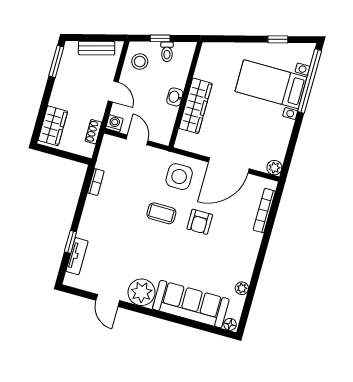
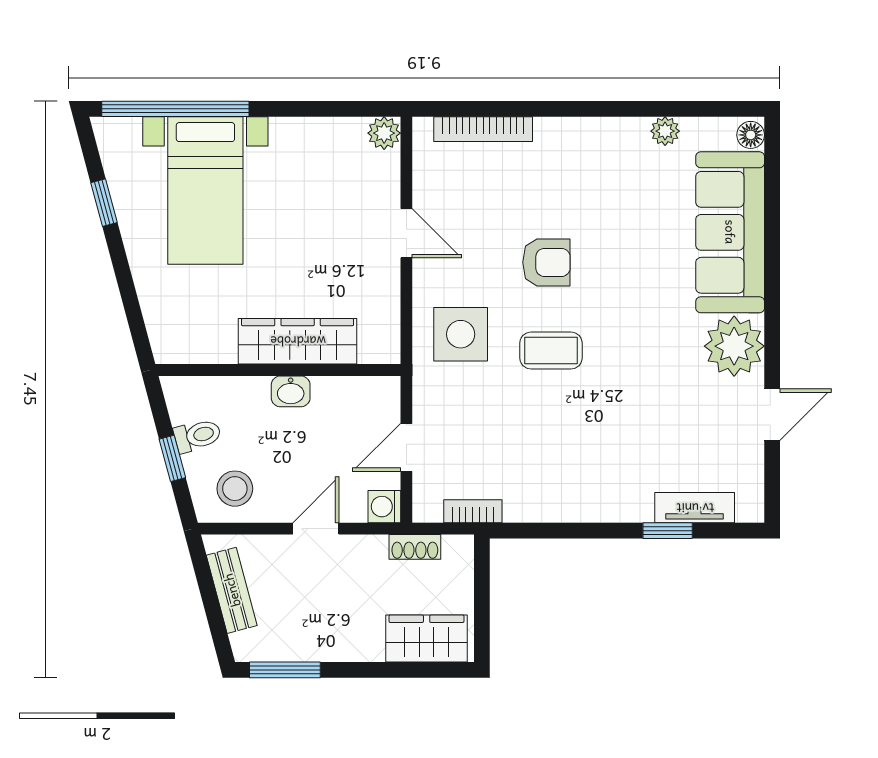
door: (229, 165) -> (406, 233), width x0.53
bookcase: (96, 182) -> (473, 511), moved
coffee table: (161, 213) -> (551, 351), turned 90

